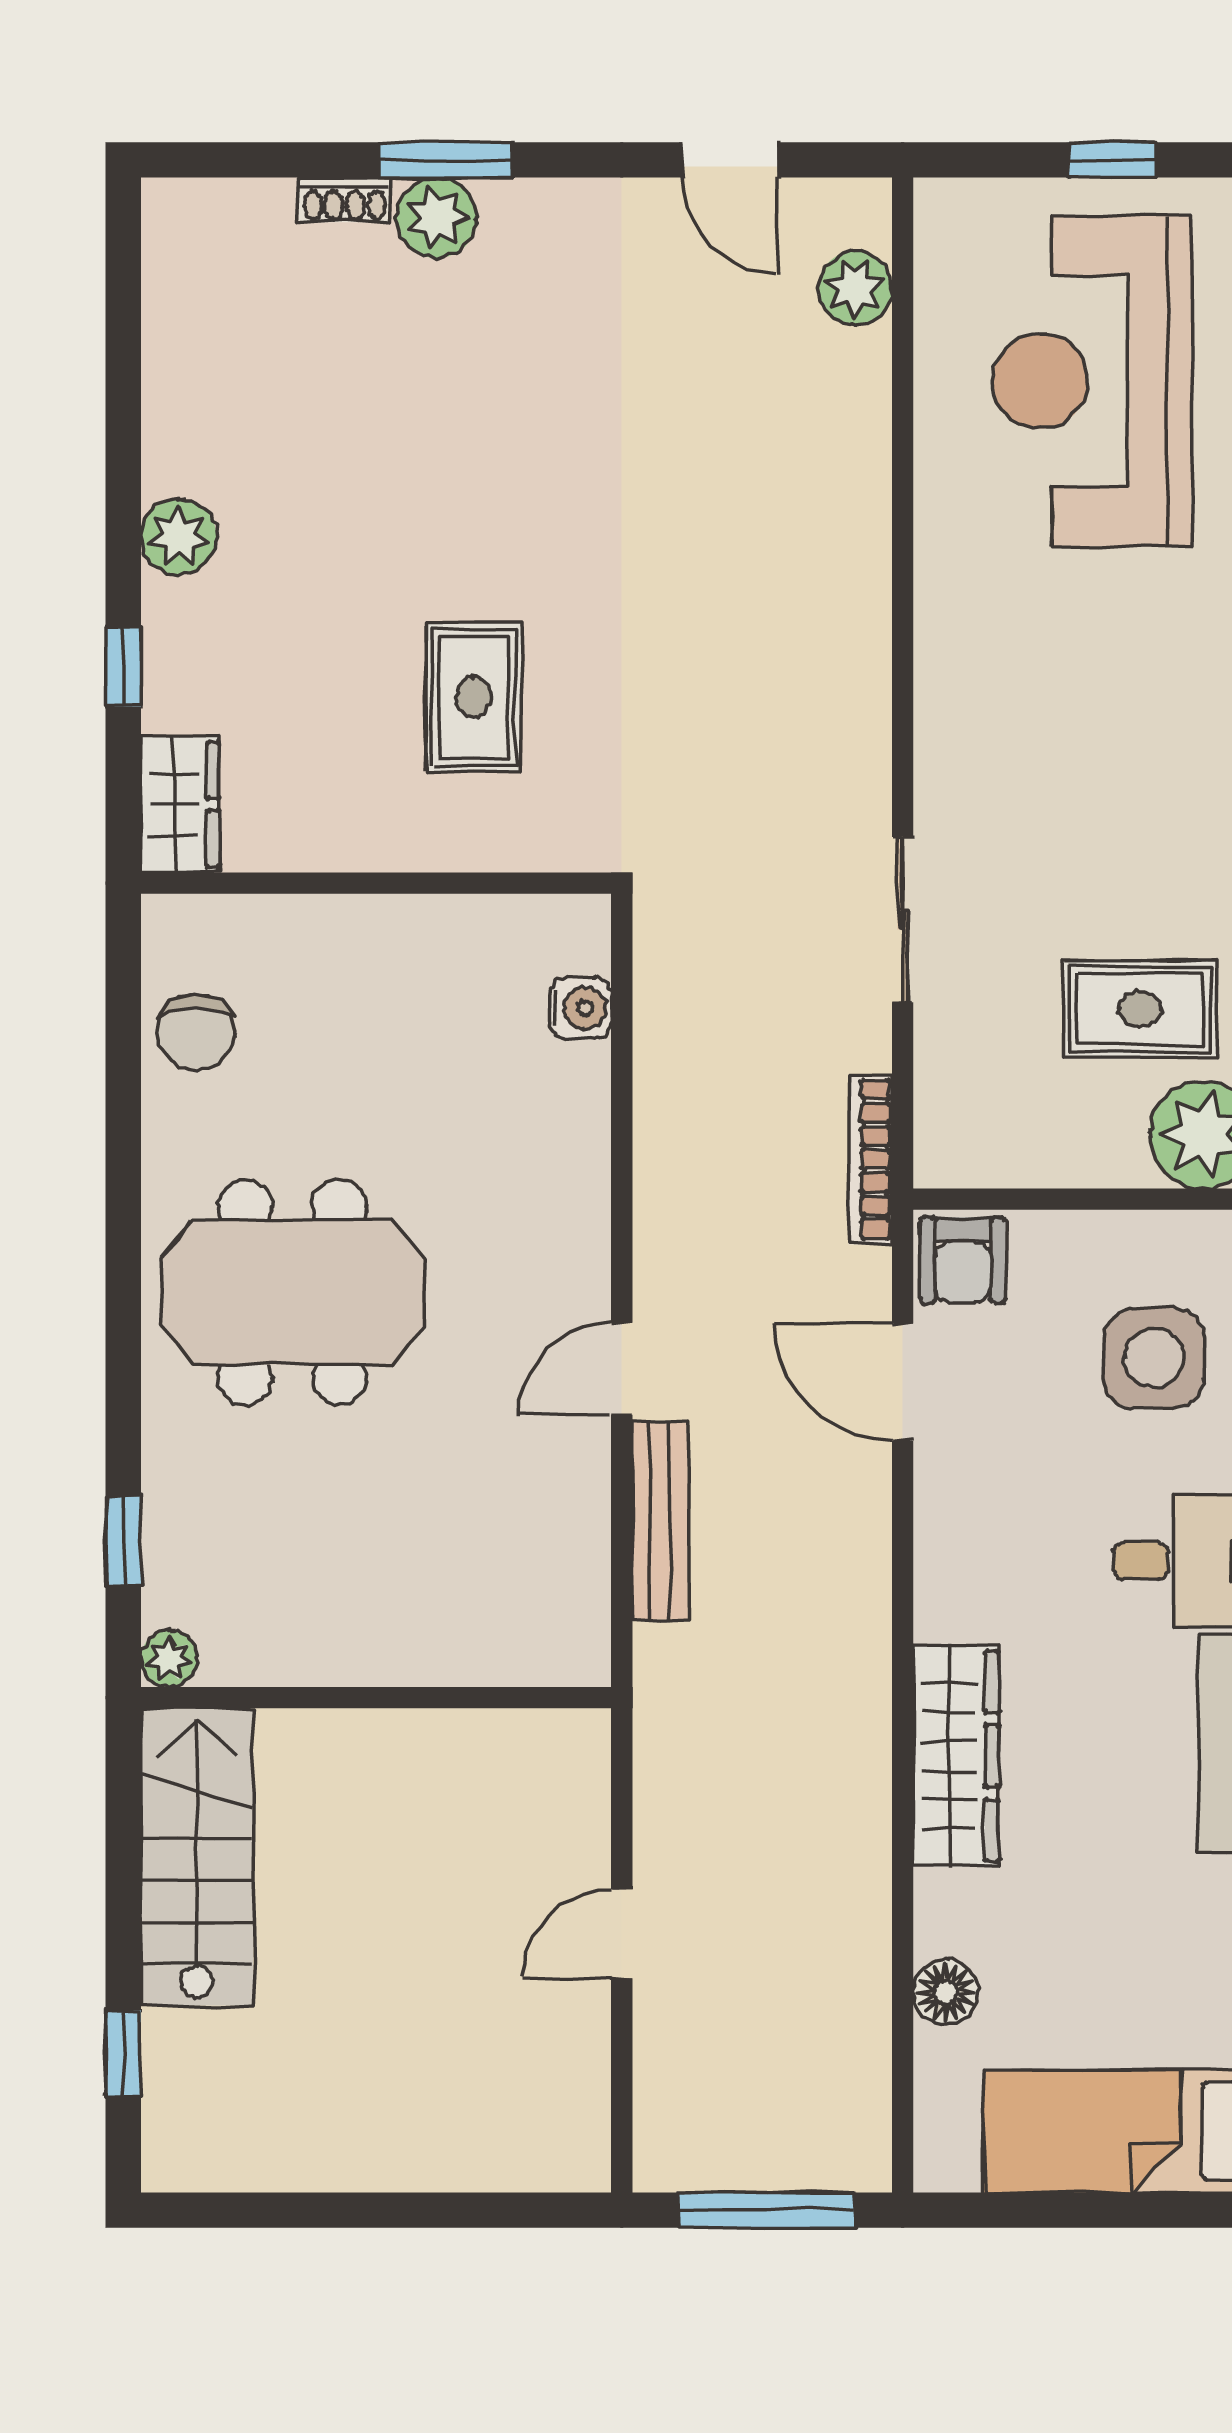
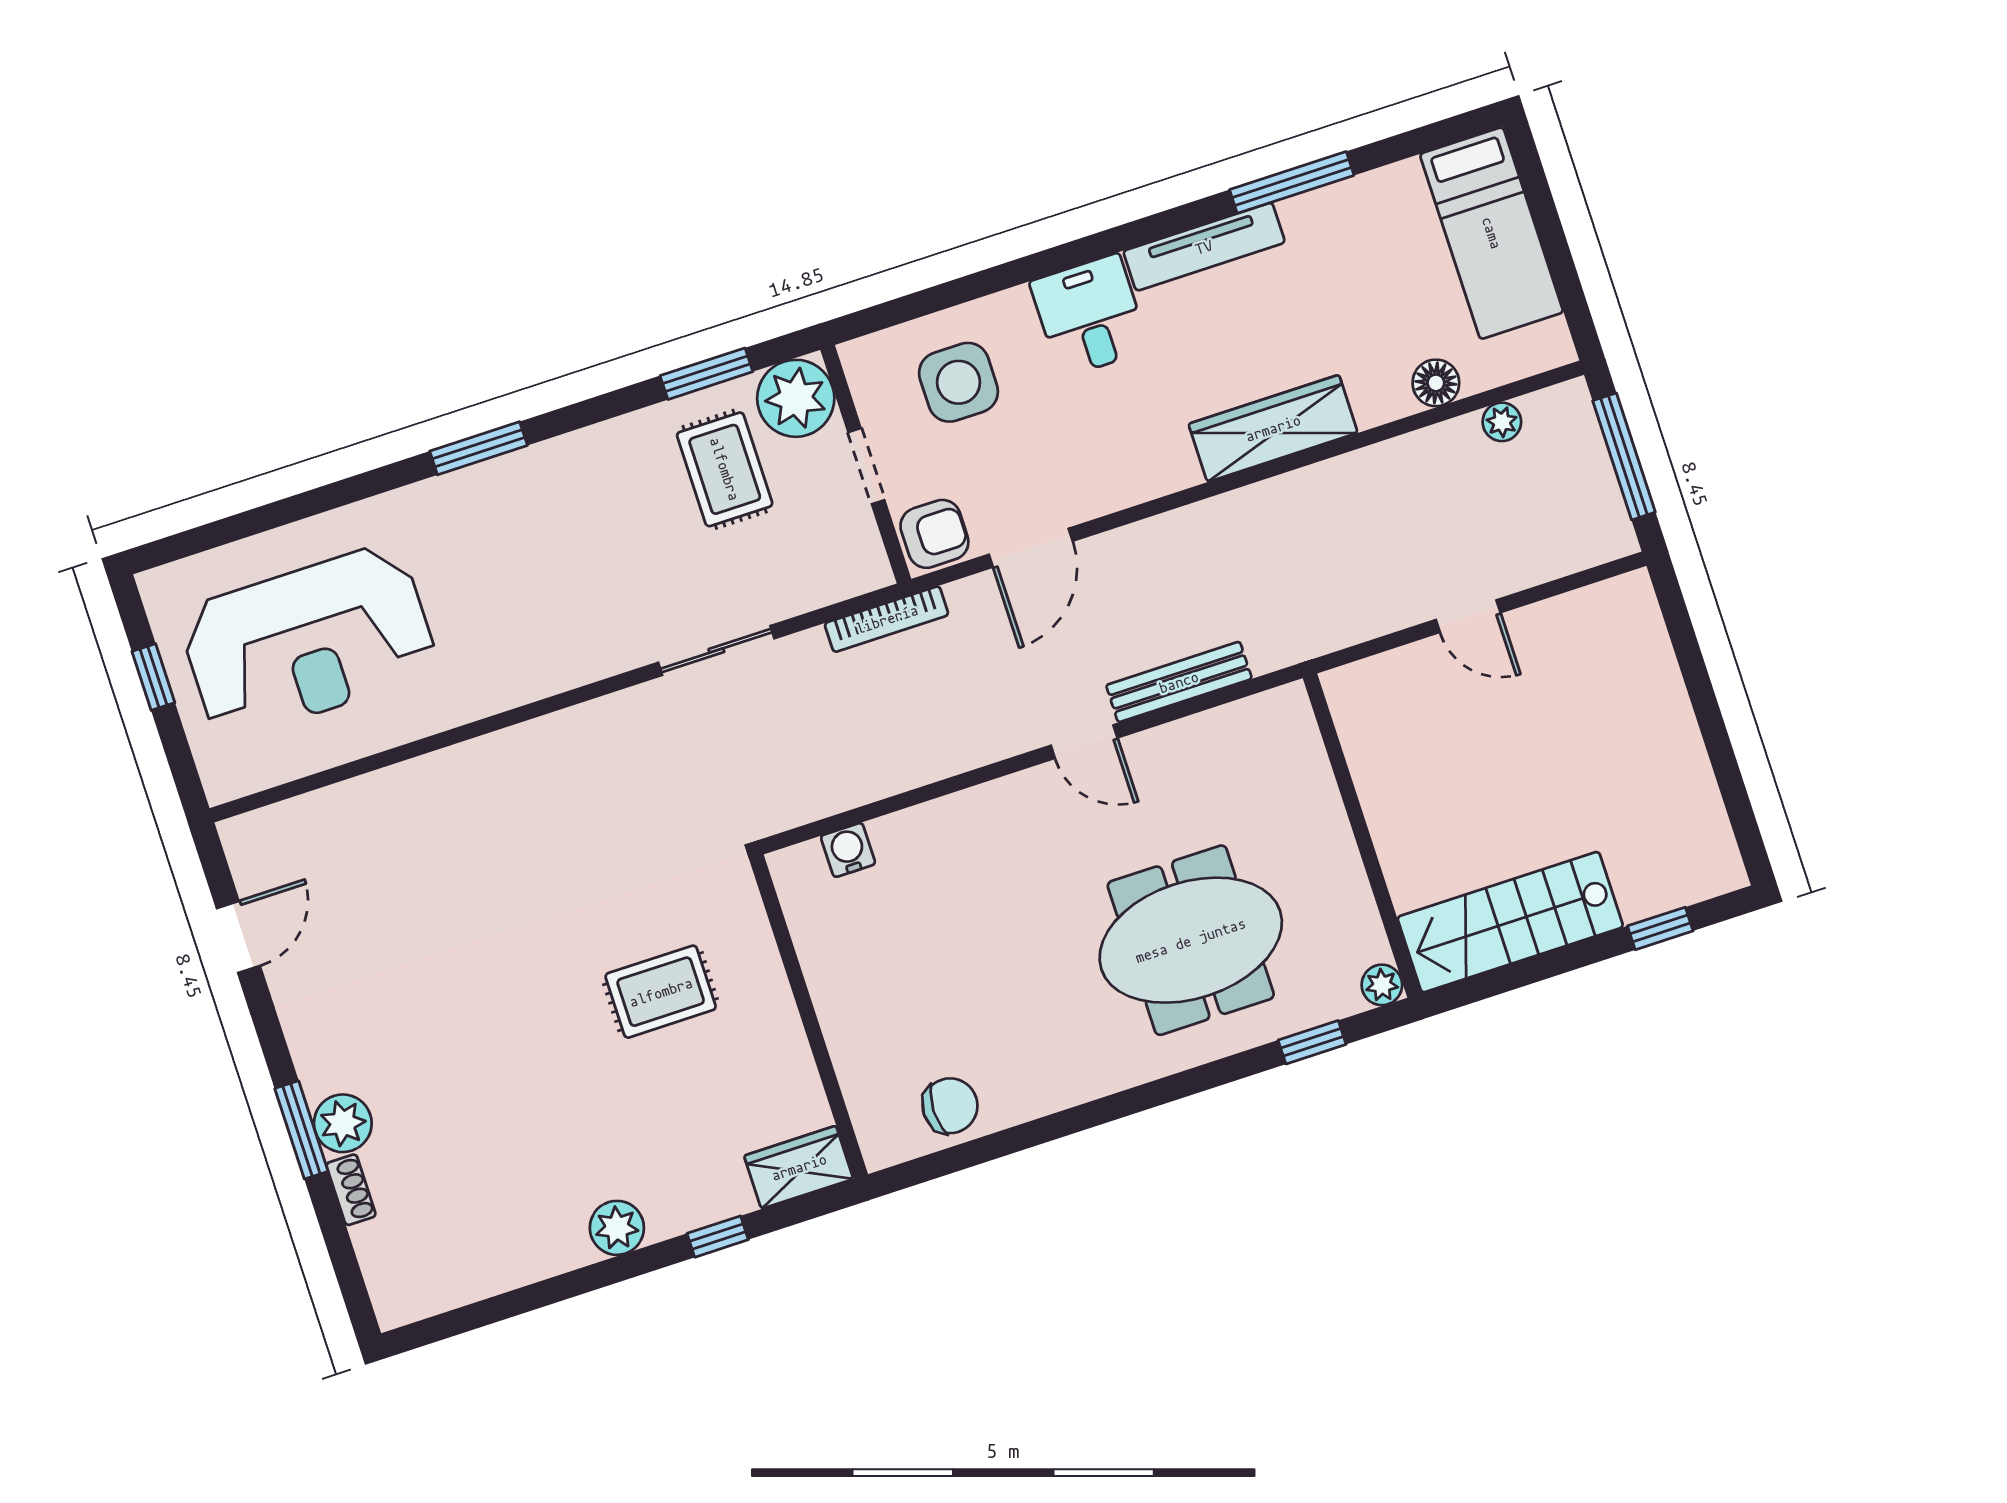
plant: (855, 288) -> (1502, 422), moved, width x0.73, depth x0.73
doorway: (1083, 1199) -> (866, 466), added
meeting table: (292, 1292) -> (1191, 940), moved, turned 90

